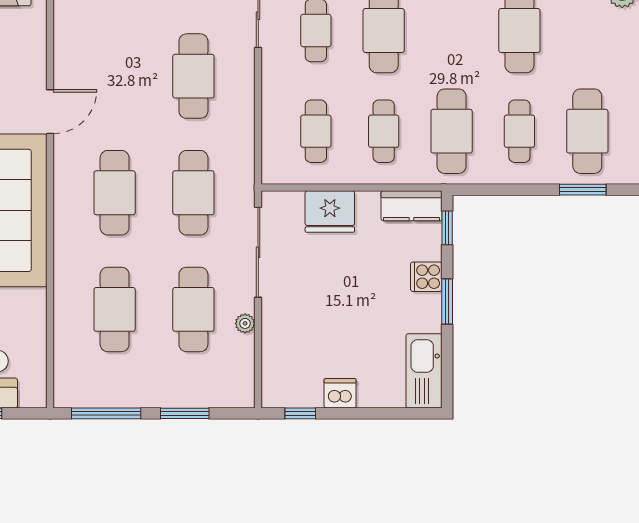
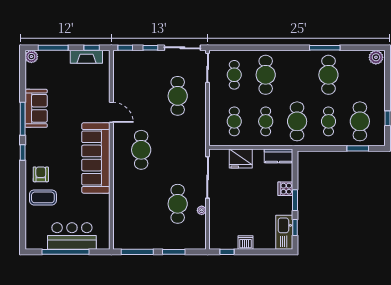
door: (50, 112) -> (111, 112), hinge flipped
cafe table: (193, 193) -> (178, 150), removed
window: (447, 228) -> (295, 228), moved
cafe table: (115, 309) -> (141, 204), removed

